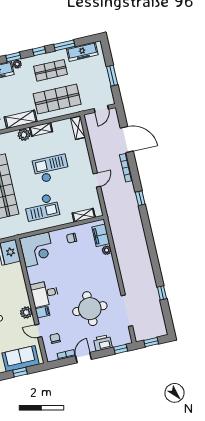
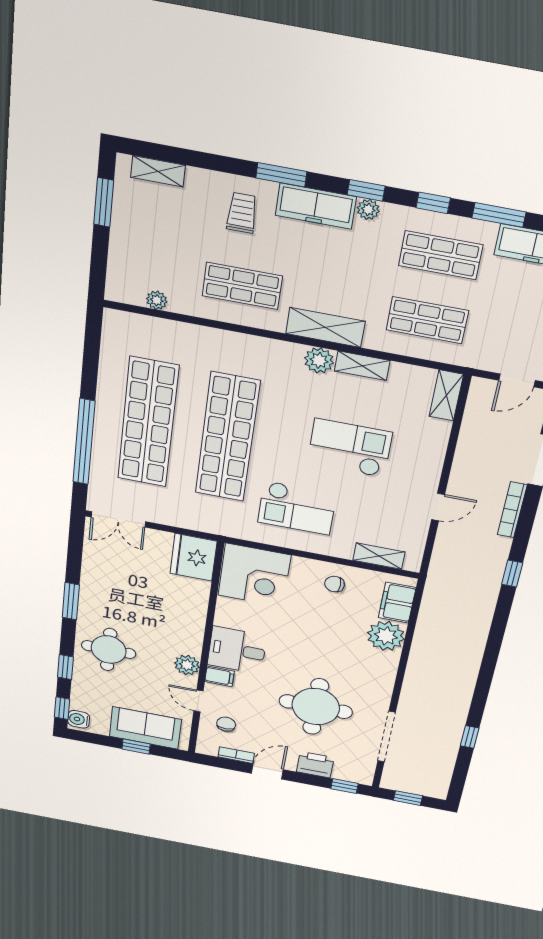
shop shelf: (57, 99) -> (427, 320), width x0.70, depth x0.74
plant: (107, 250) -> (386, 636), width x1.87, depth x1.87

